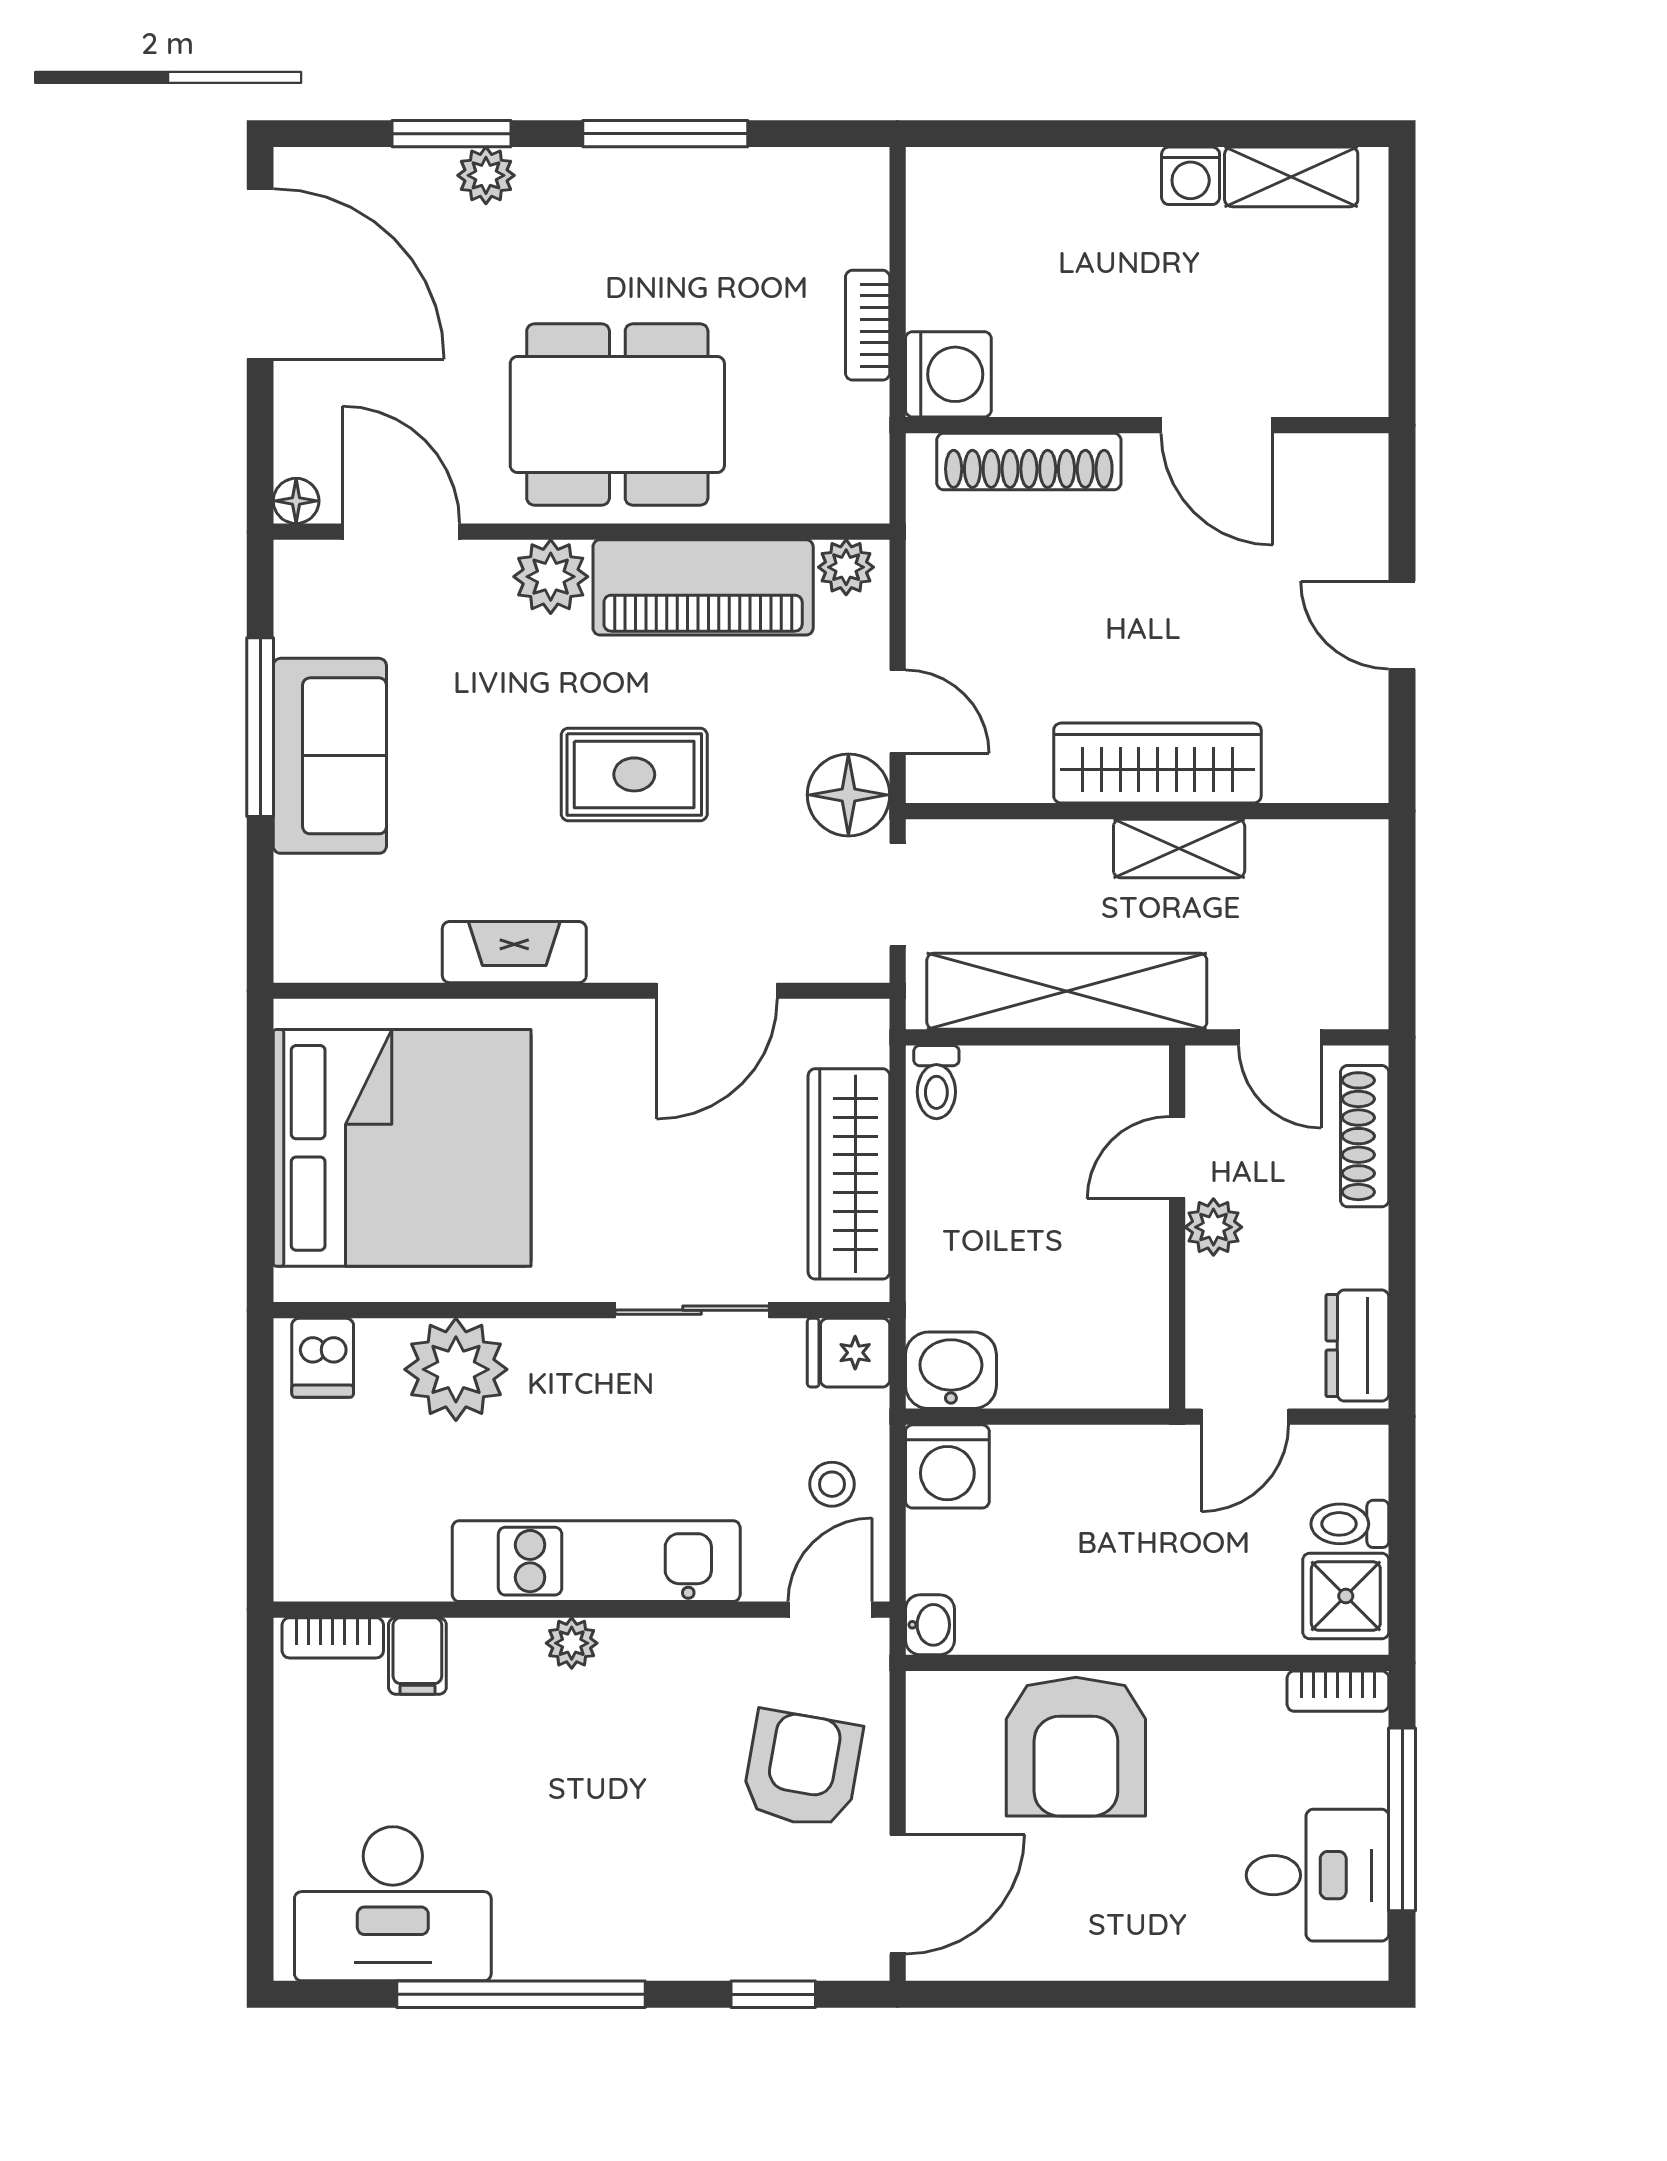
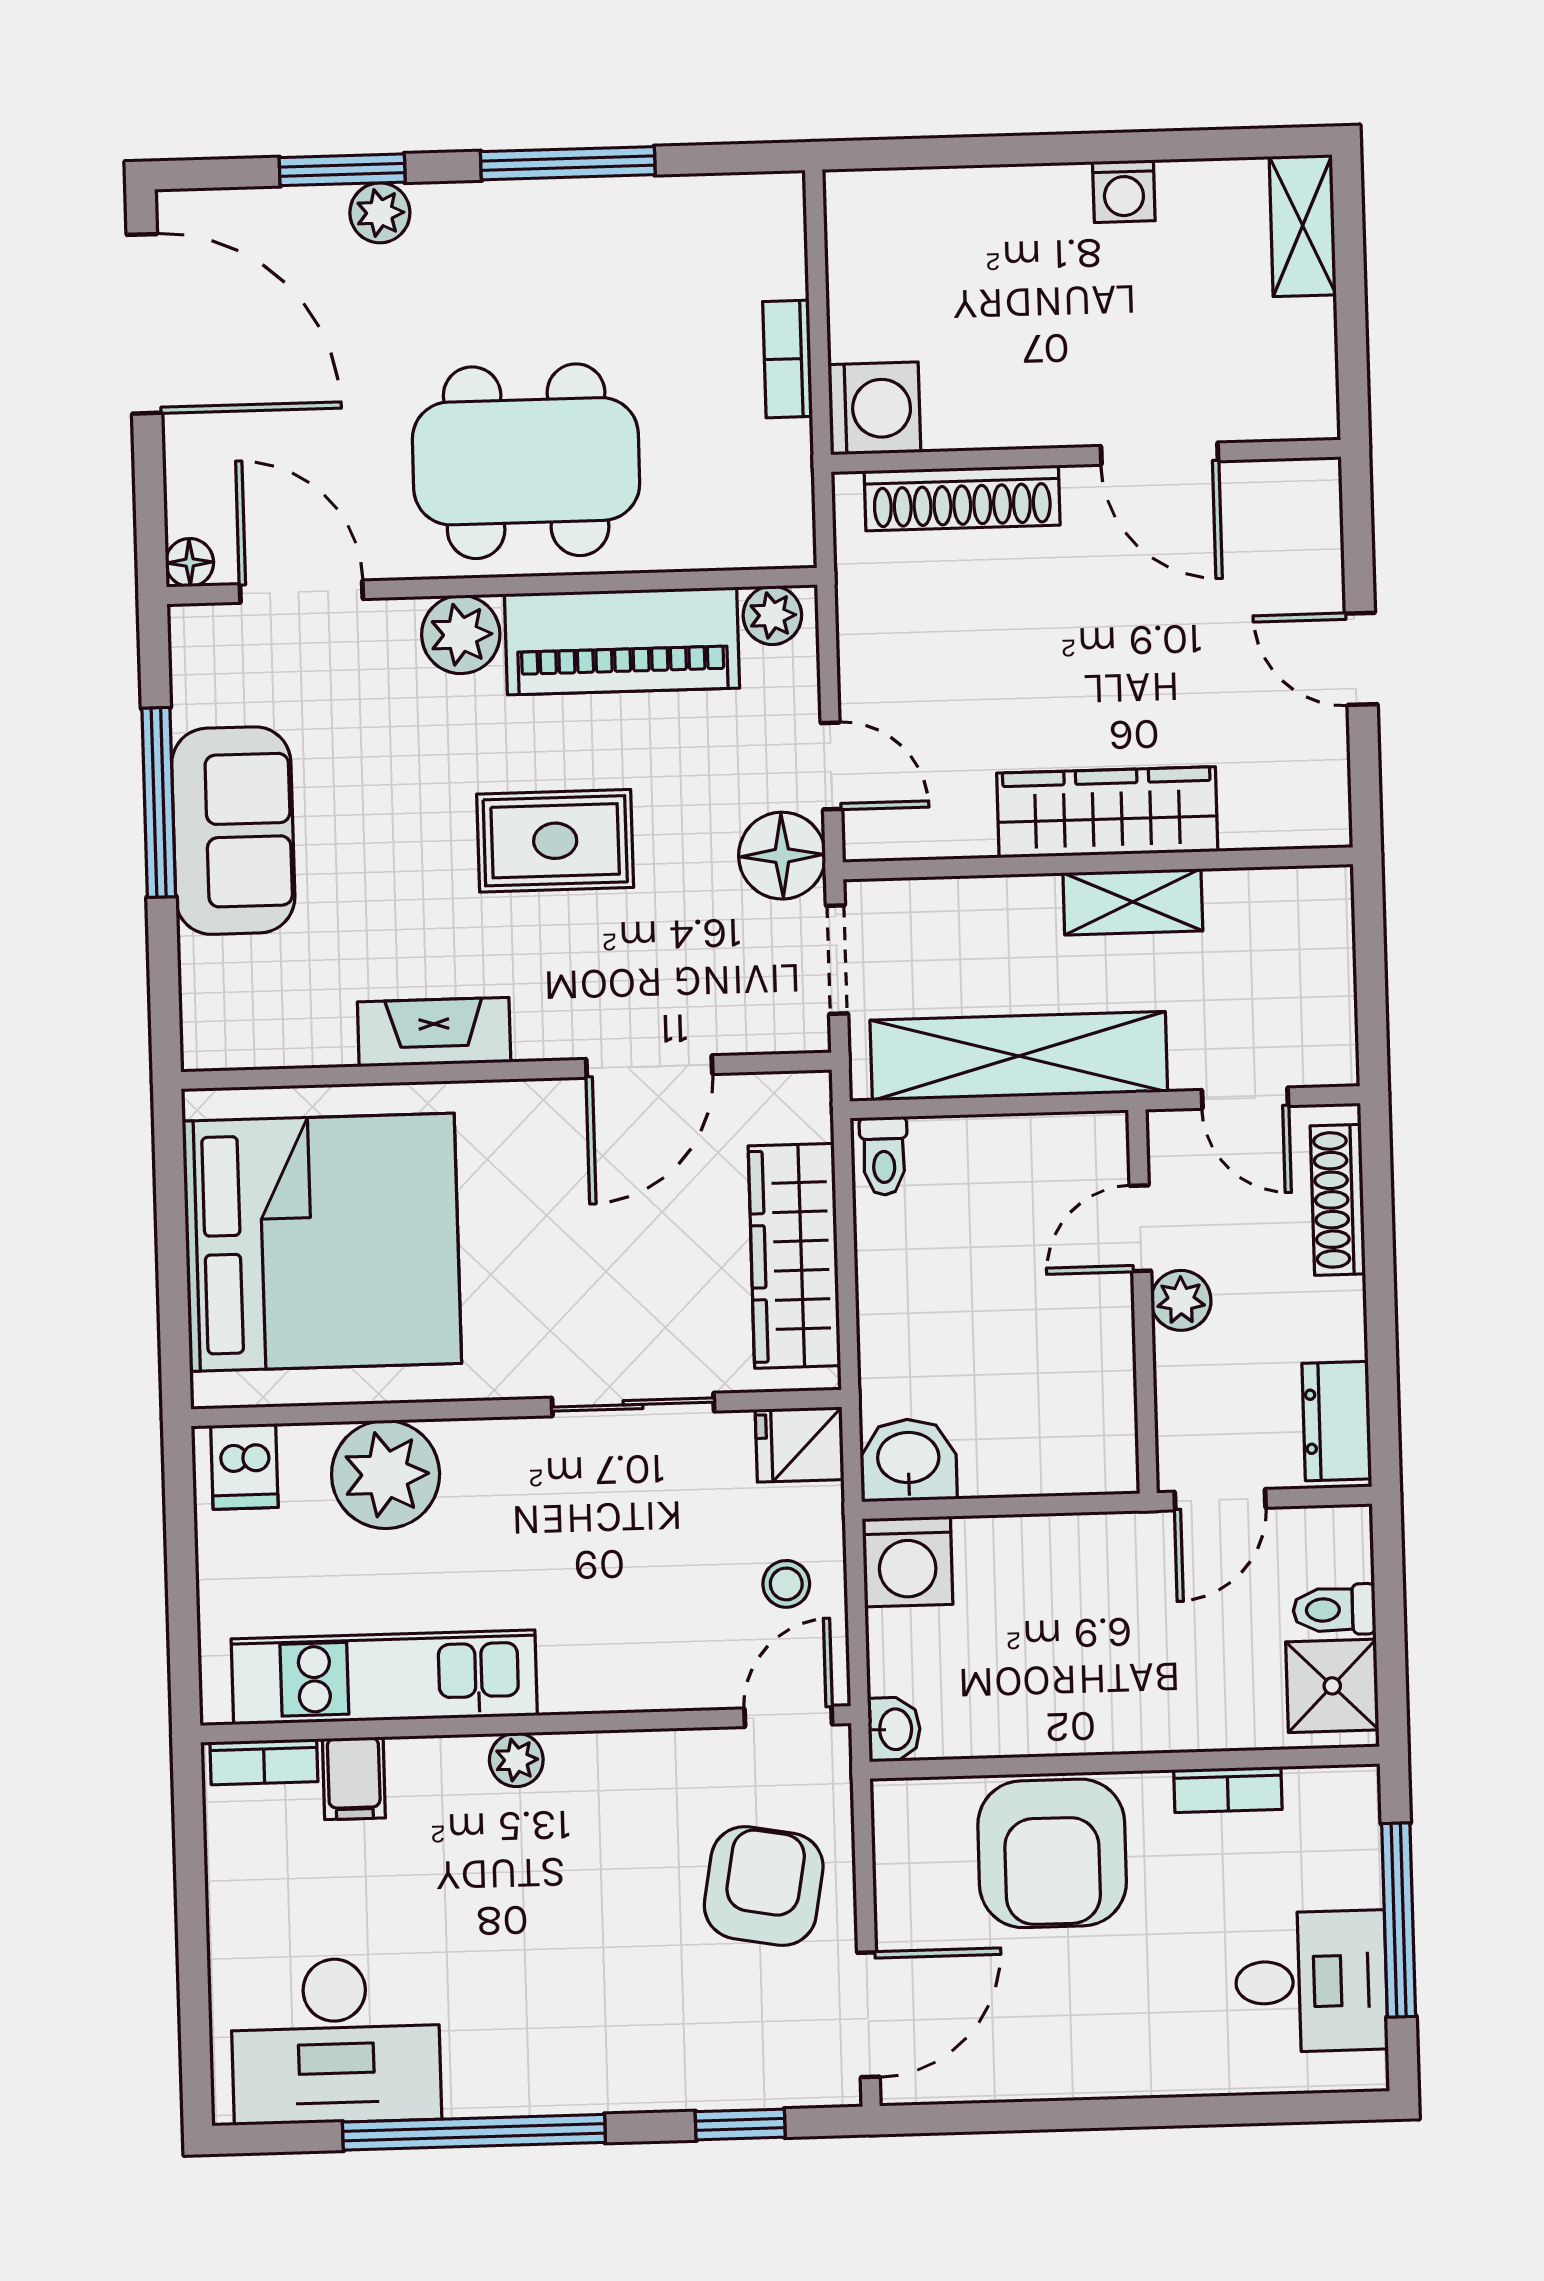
shelving: (1291, 177) -> (1303, 226), moved, turned 90
kitchen unit: (596, 1561) -> (384, 1677), moved
bookcase: (1338, 1691) -> (1228, 1790), moved

